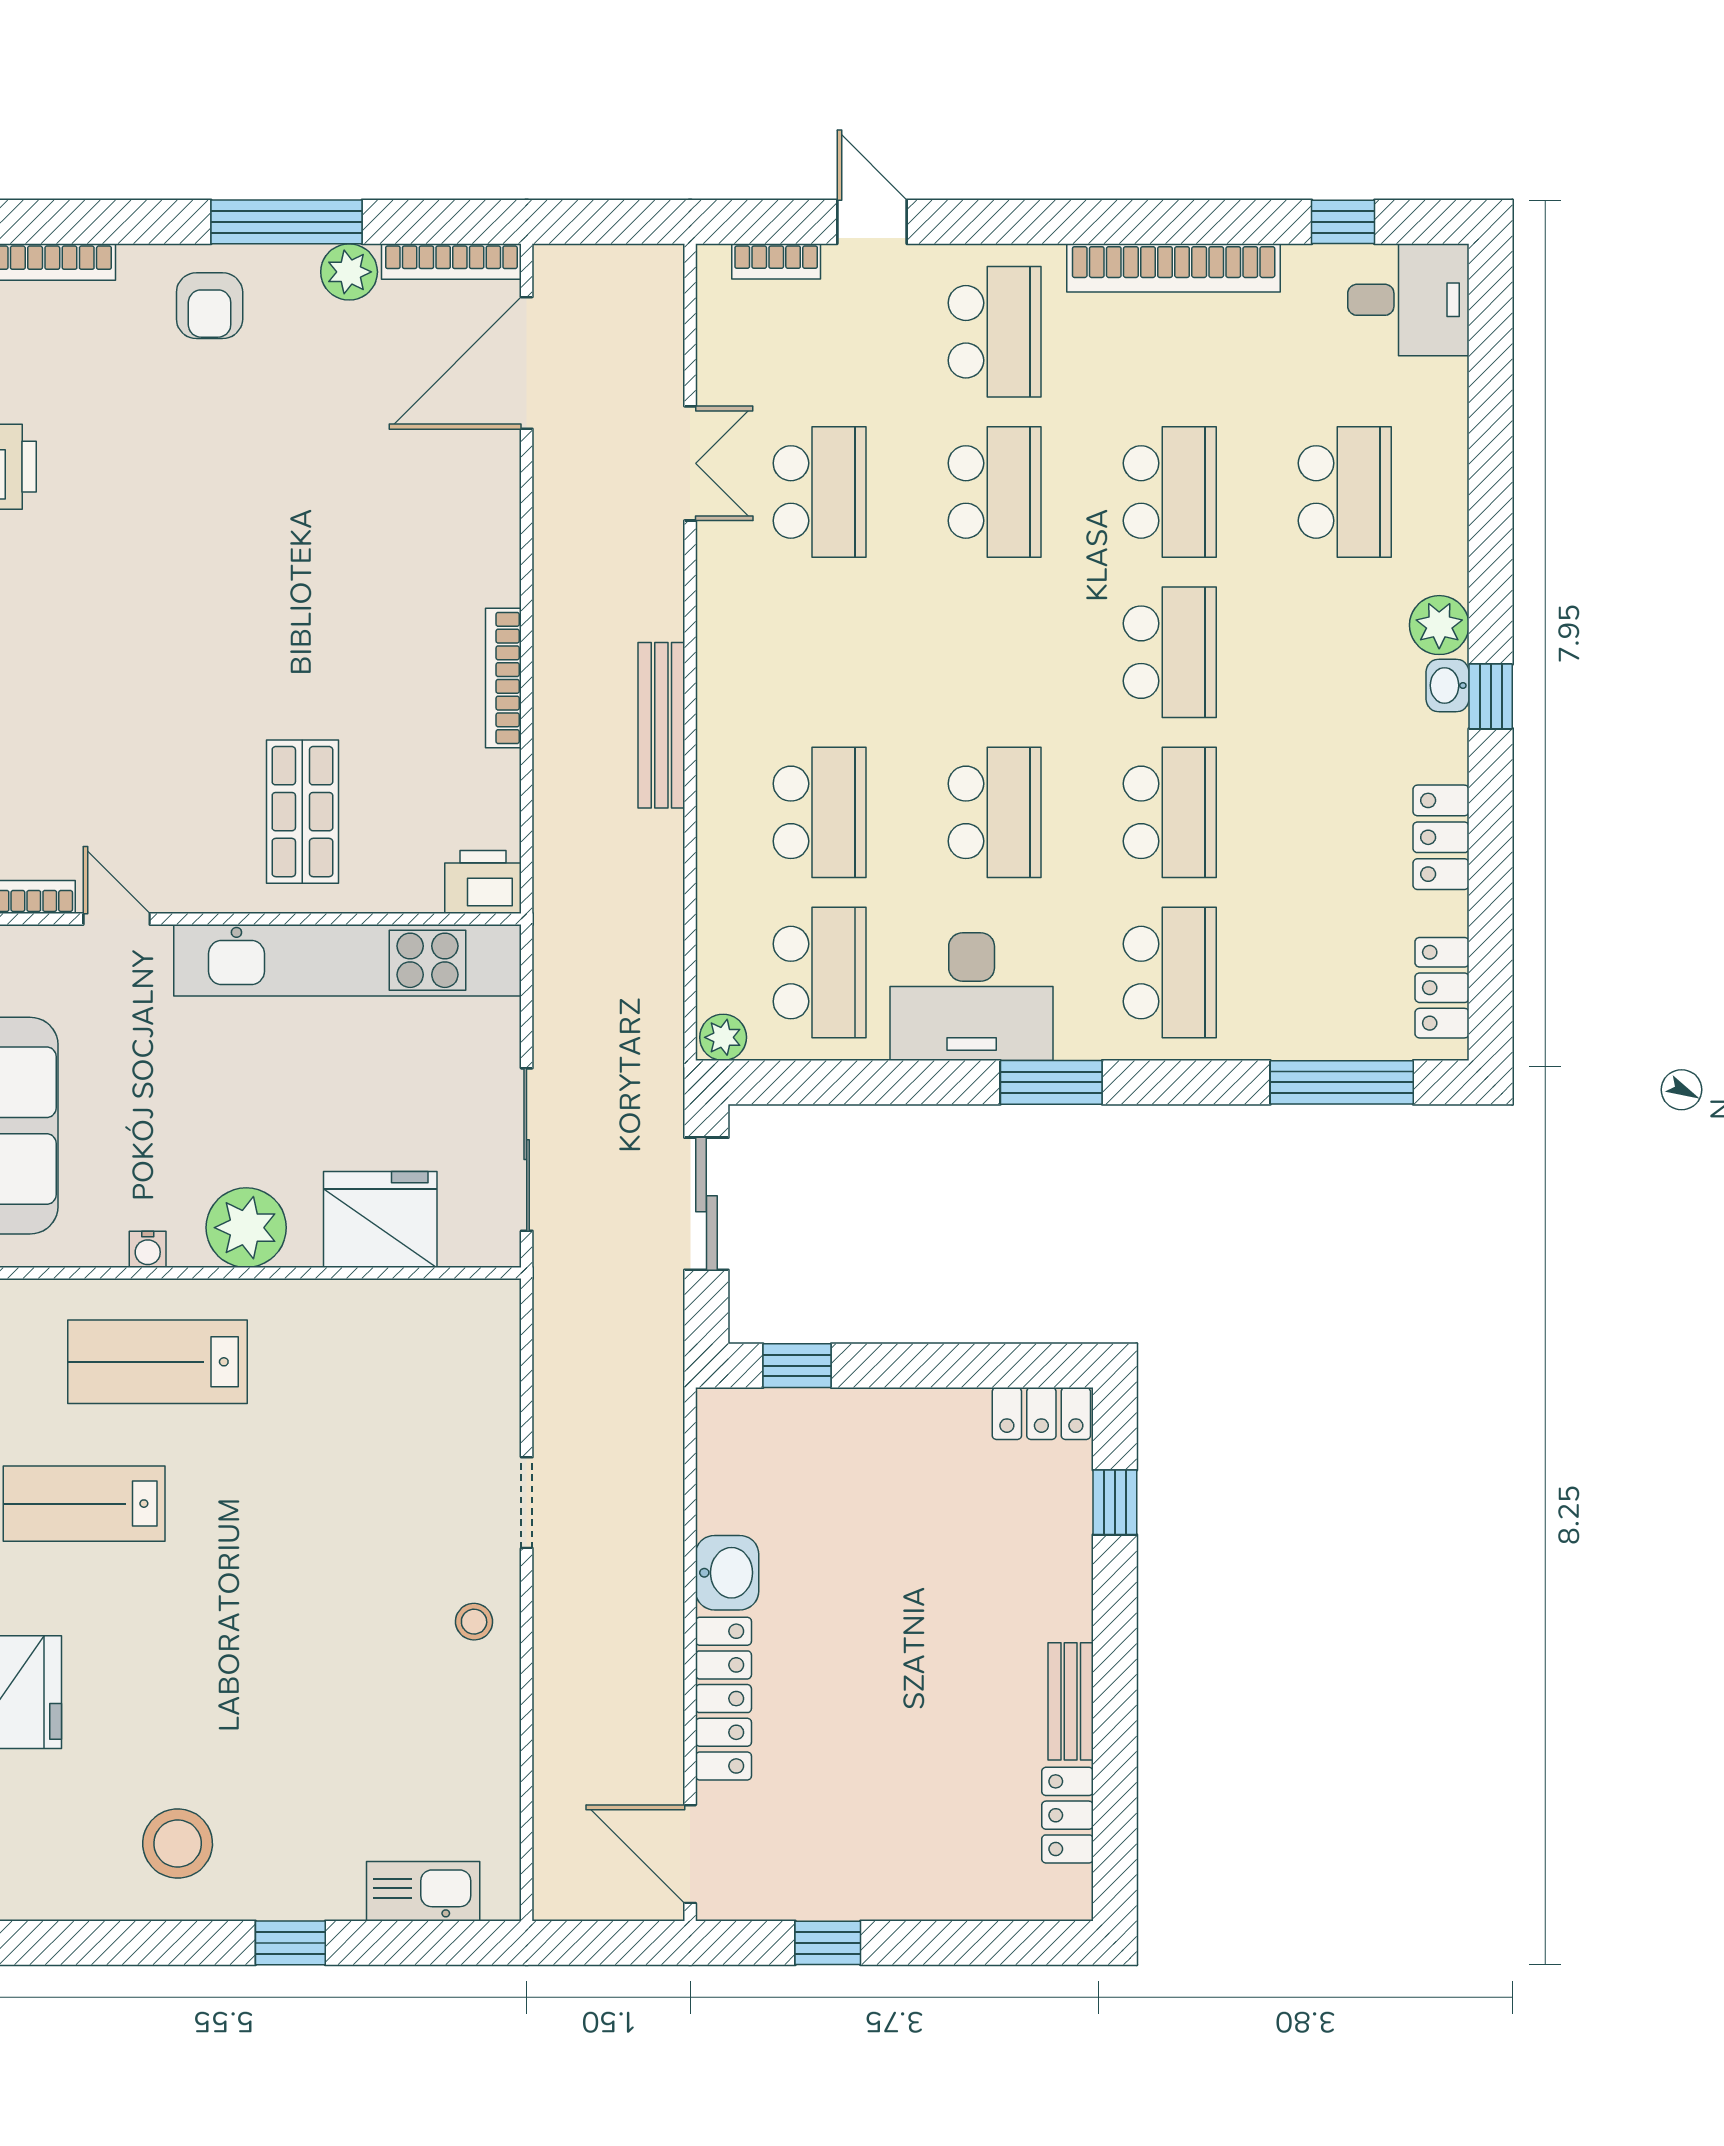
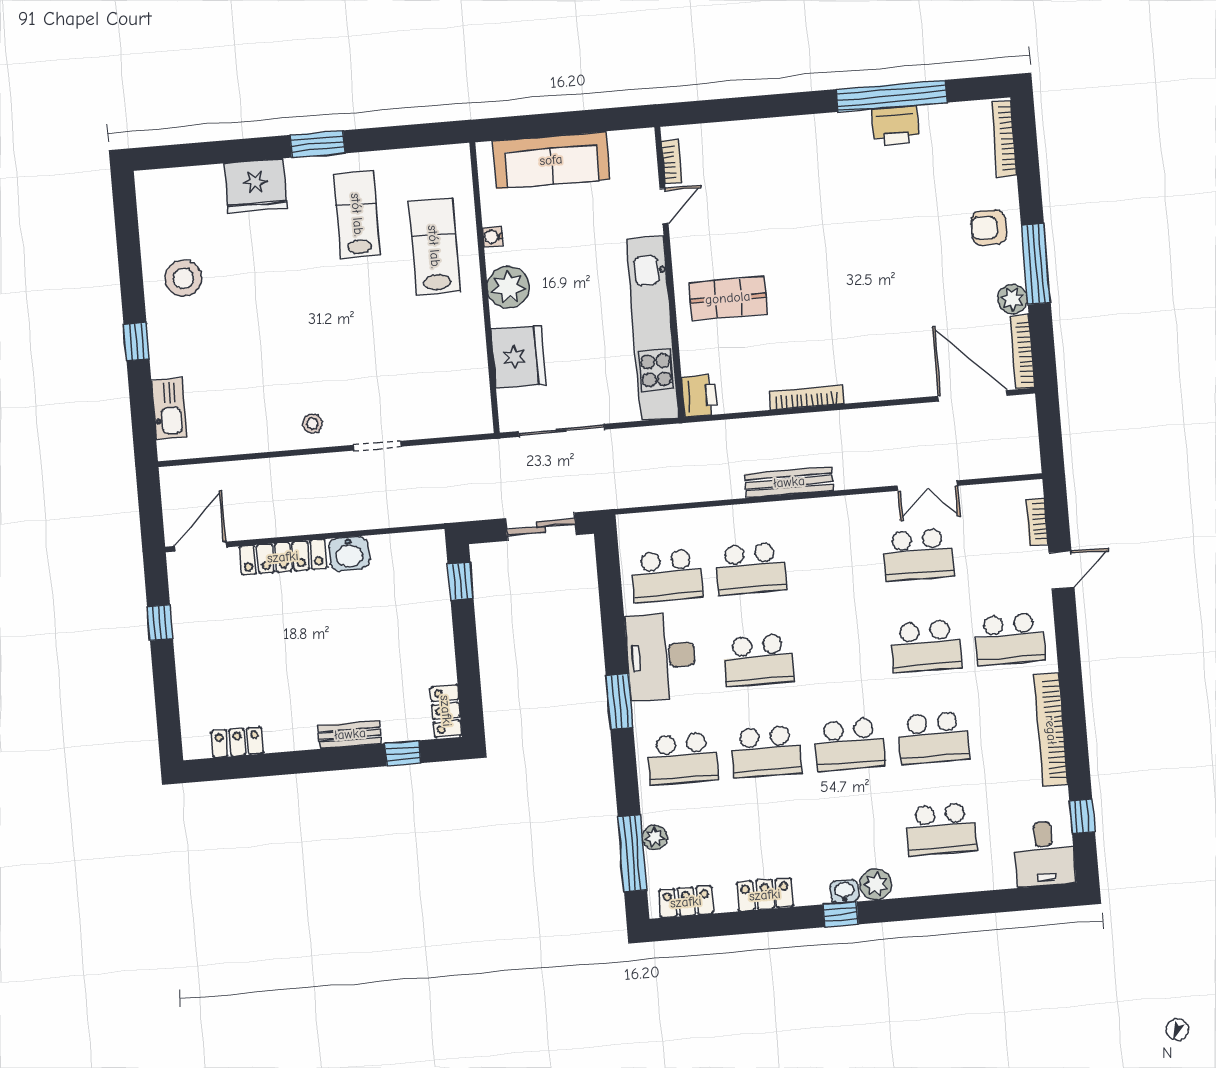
plant: (723, 1037) -> (655, 837), moved
bench: (1071, 1701) -> (350, 734), moved

